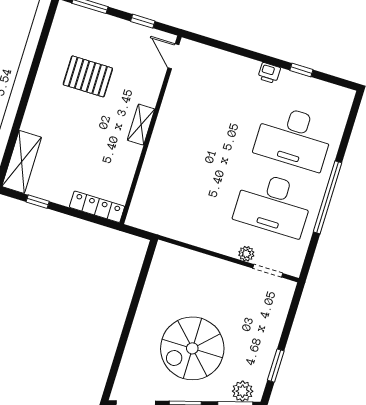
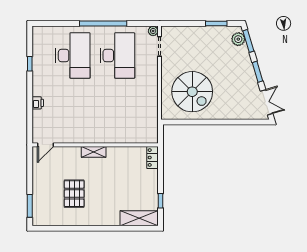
window: (143, 21) -> (30, 170), removed
printer: (269, 73) -> (38, 103), moved
locker: (97, 207) -> (152, 157), width x0.66
plant: (246, 254) -> (153, 31), moved
spiral stairs: (192, 348) -> (192, 92), moved

